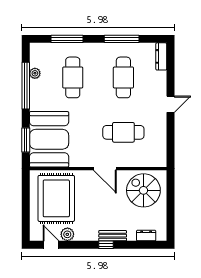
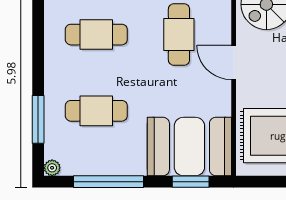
window: (122, 39) -> (38, 37), removed
plant: (35, 73) -> (52, 168), moved
door: (105, 169) -> (234, 62), swing flipped

